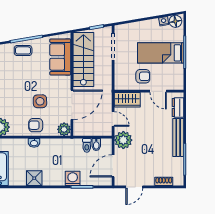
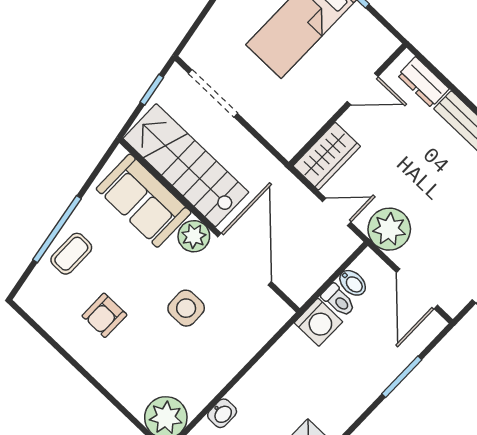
armchair: (143, 76) -> (312, 91), removed
armchair: (36, 125) -> (104, 315), moved
plant: (64, 129) -> (194, 236), moved
washbasin: (34, 143) -> (222, 413), moved
washing machine: (73, 178) -> (318, 322), moved, turned 180

